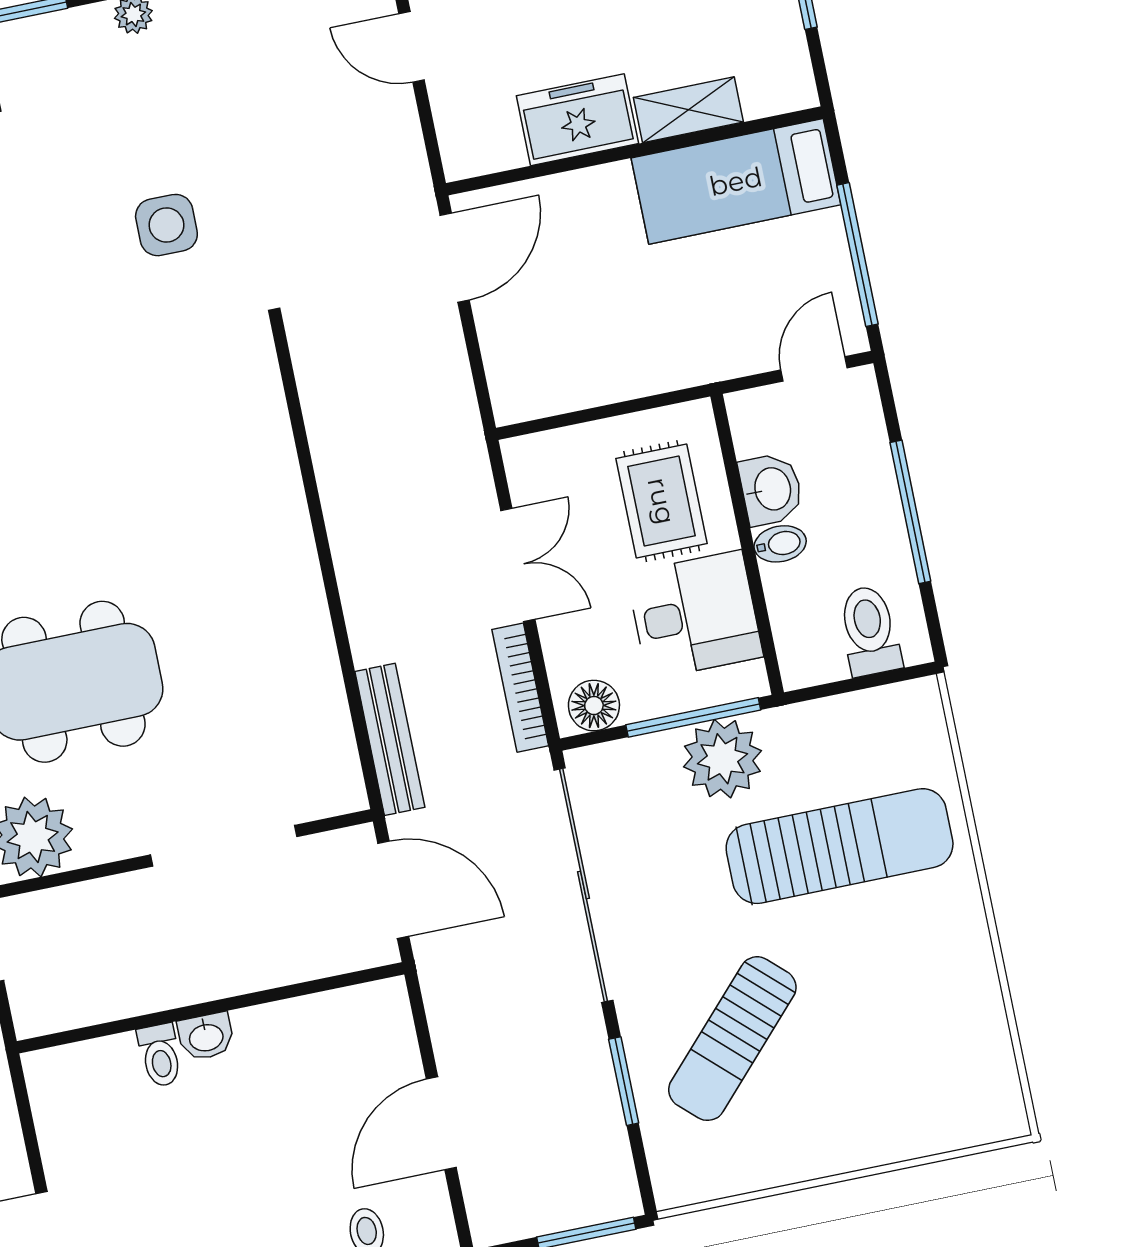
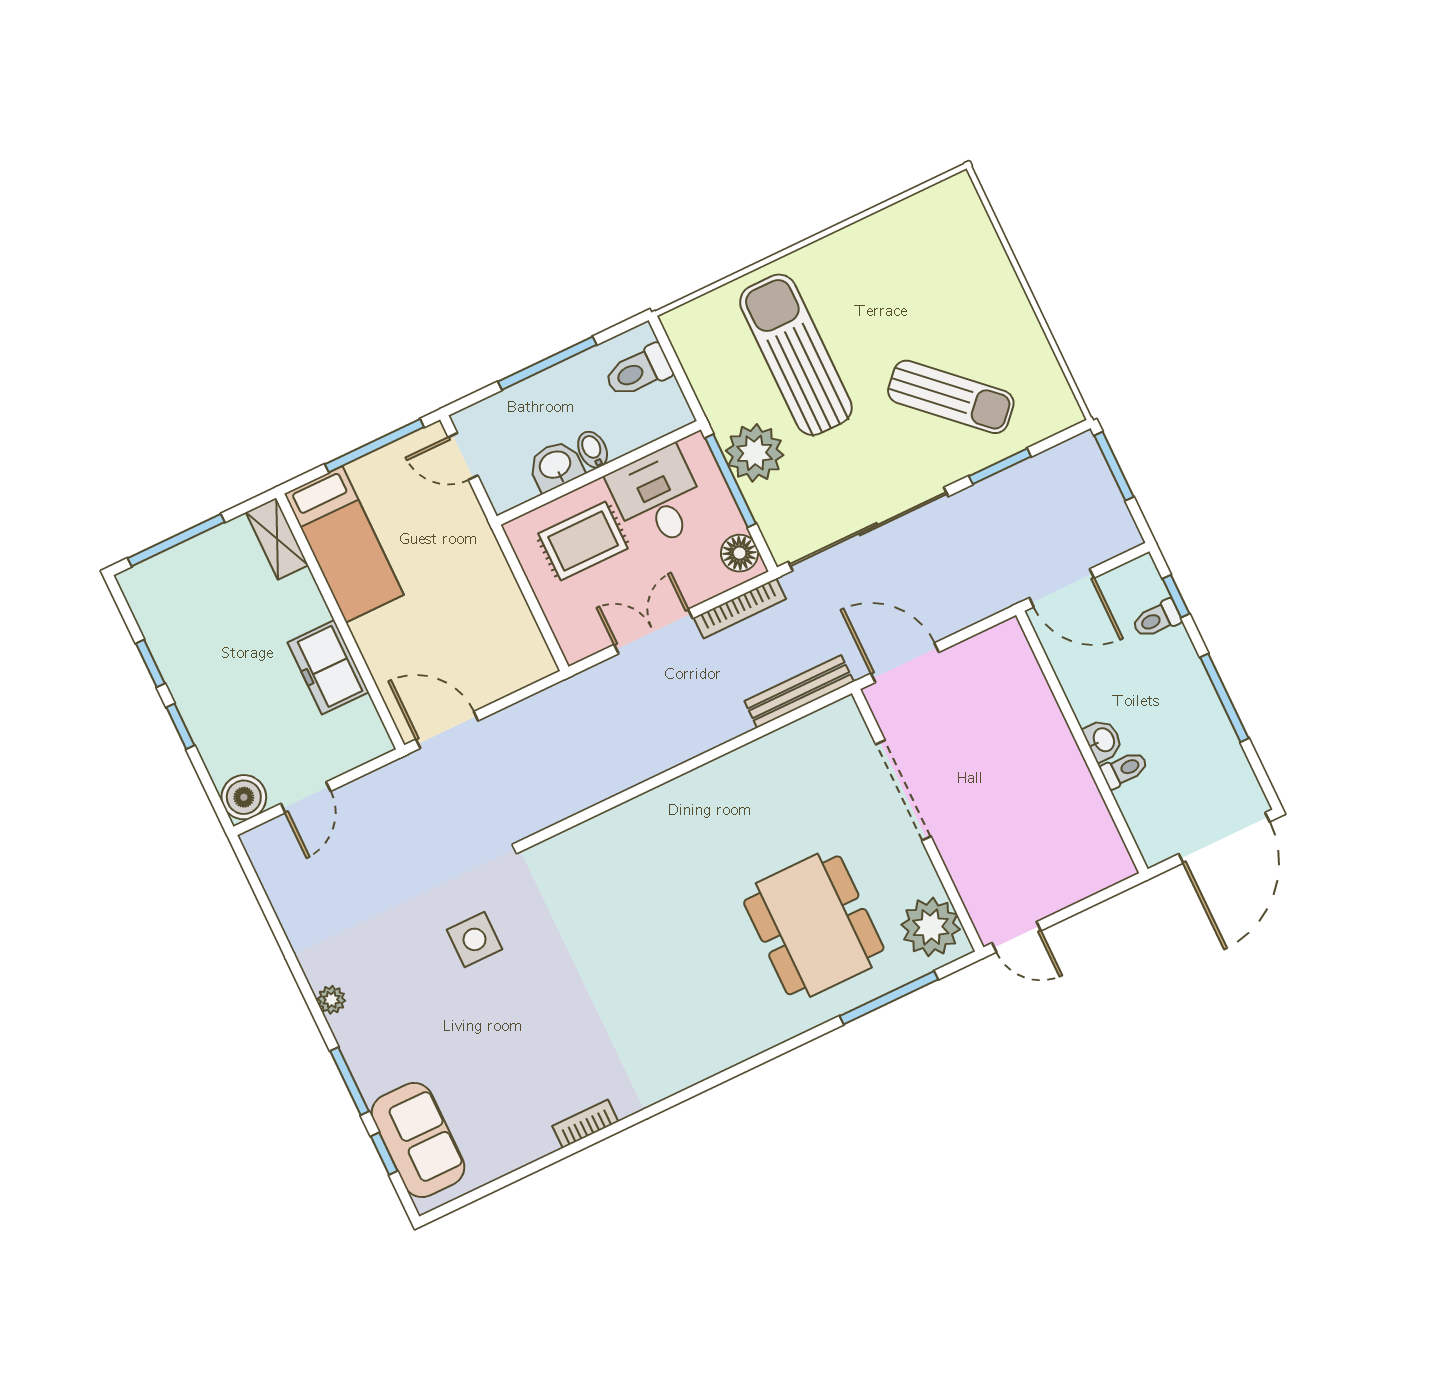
shelving: (688, 110) -> (277, 539), moved
door: (393, 890) -> (905, 663), hinge flipped
wall: (210, 1008) -> (1082, 742), moved
washbasin: (206, 1037) -> (1103, 740), moved
toilet: (160, 1055) -> (1124, 769), moved

